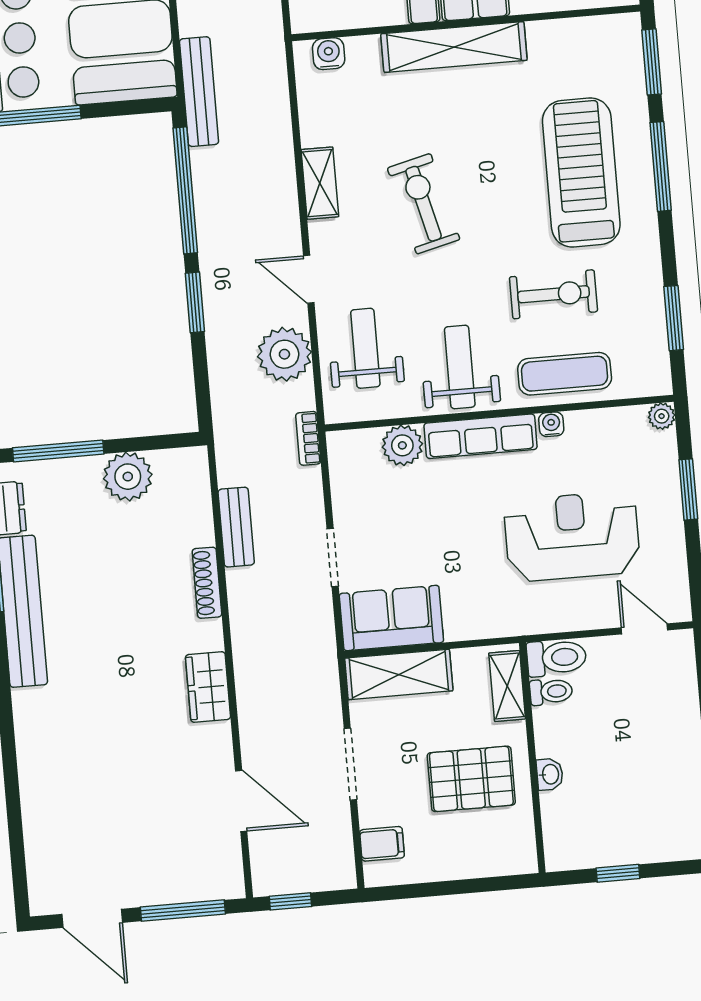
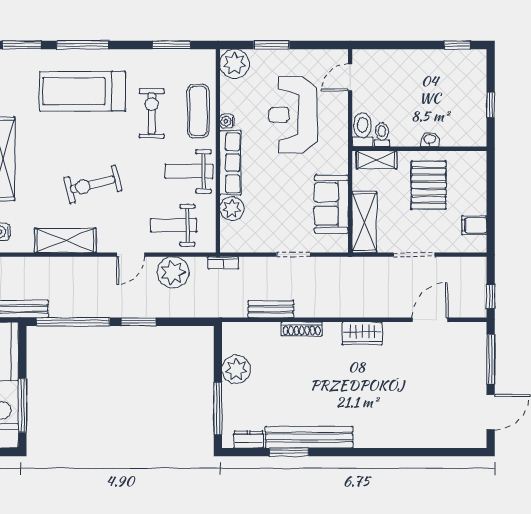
shelving: (320, 183) -> (65, 240), width x1.50, depth x1.33
plant: (662, 416) -> (234, 64), width x1.87, depth x1.87
sofa: (391, 618) -> (331, 204), moved
filing cabinet: (382, 844) -> (474, 225), moved, turned -90

